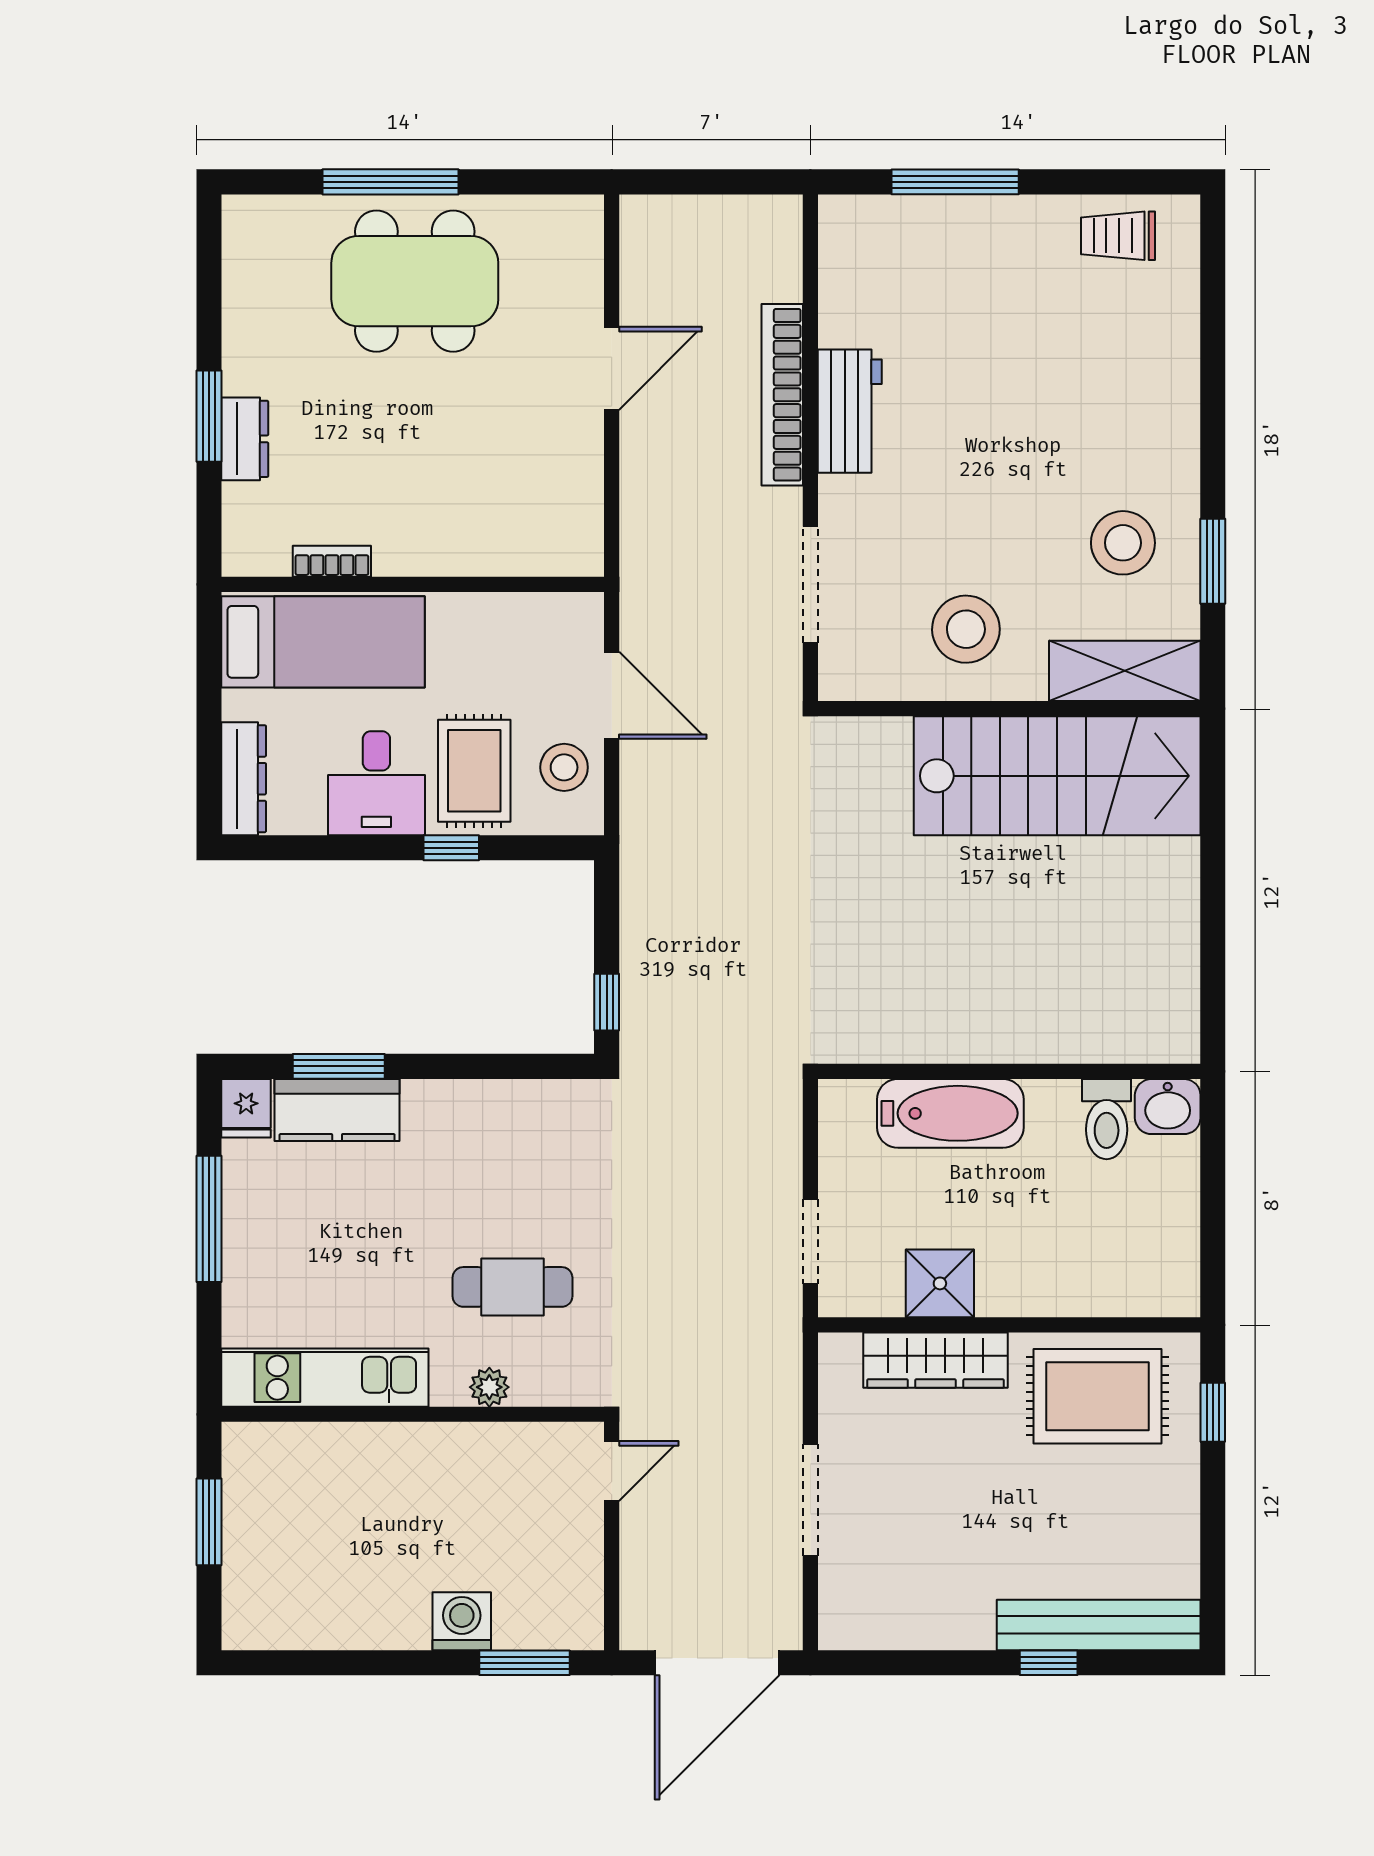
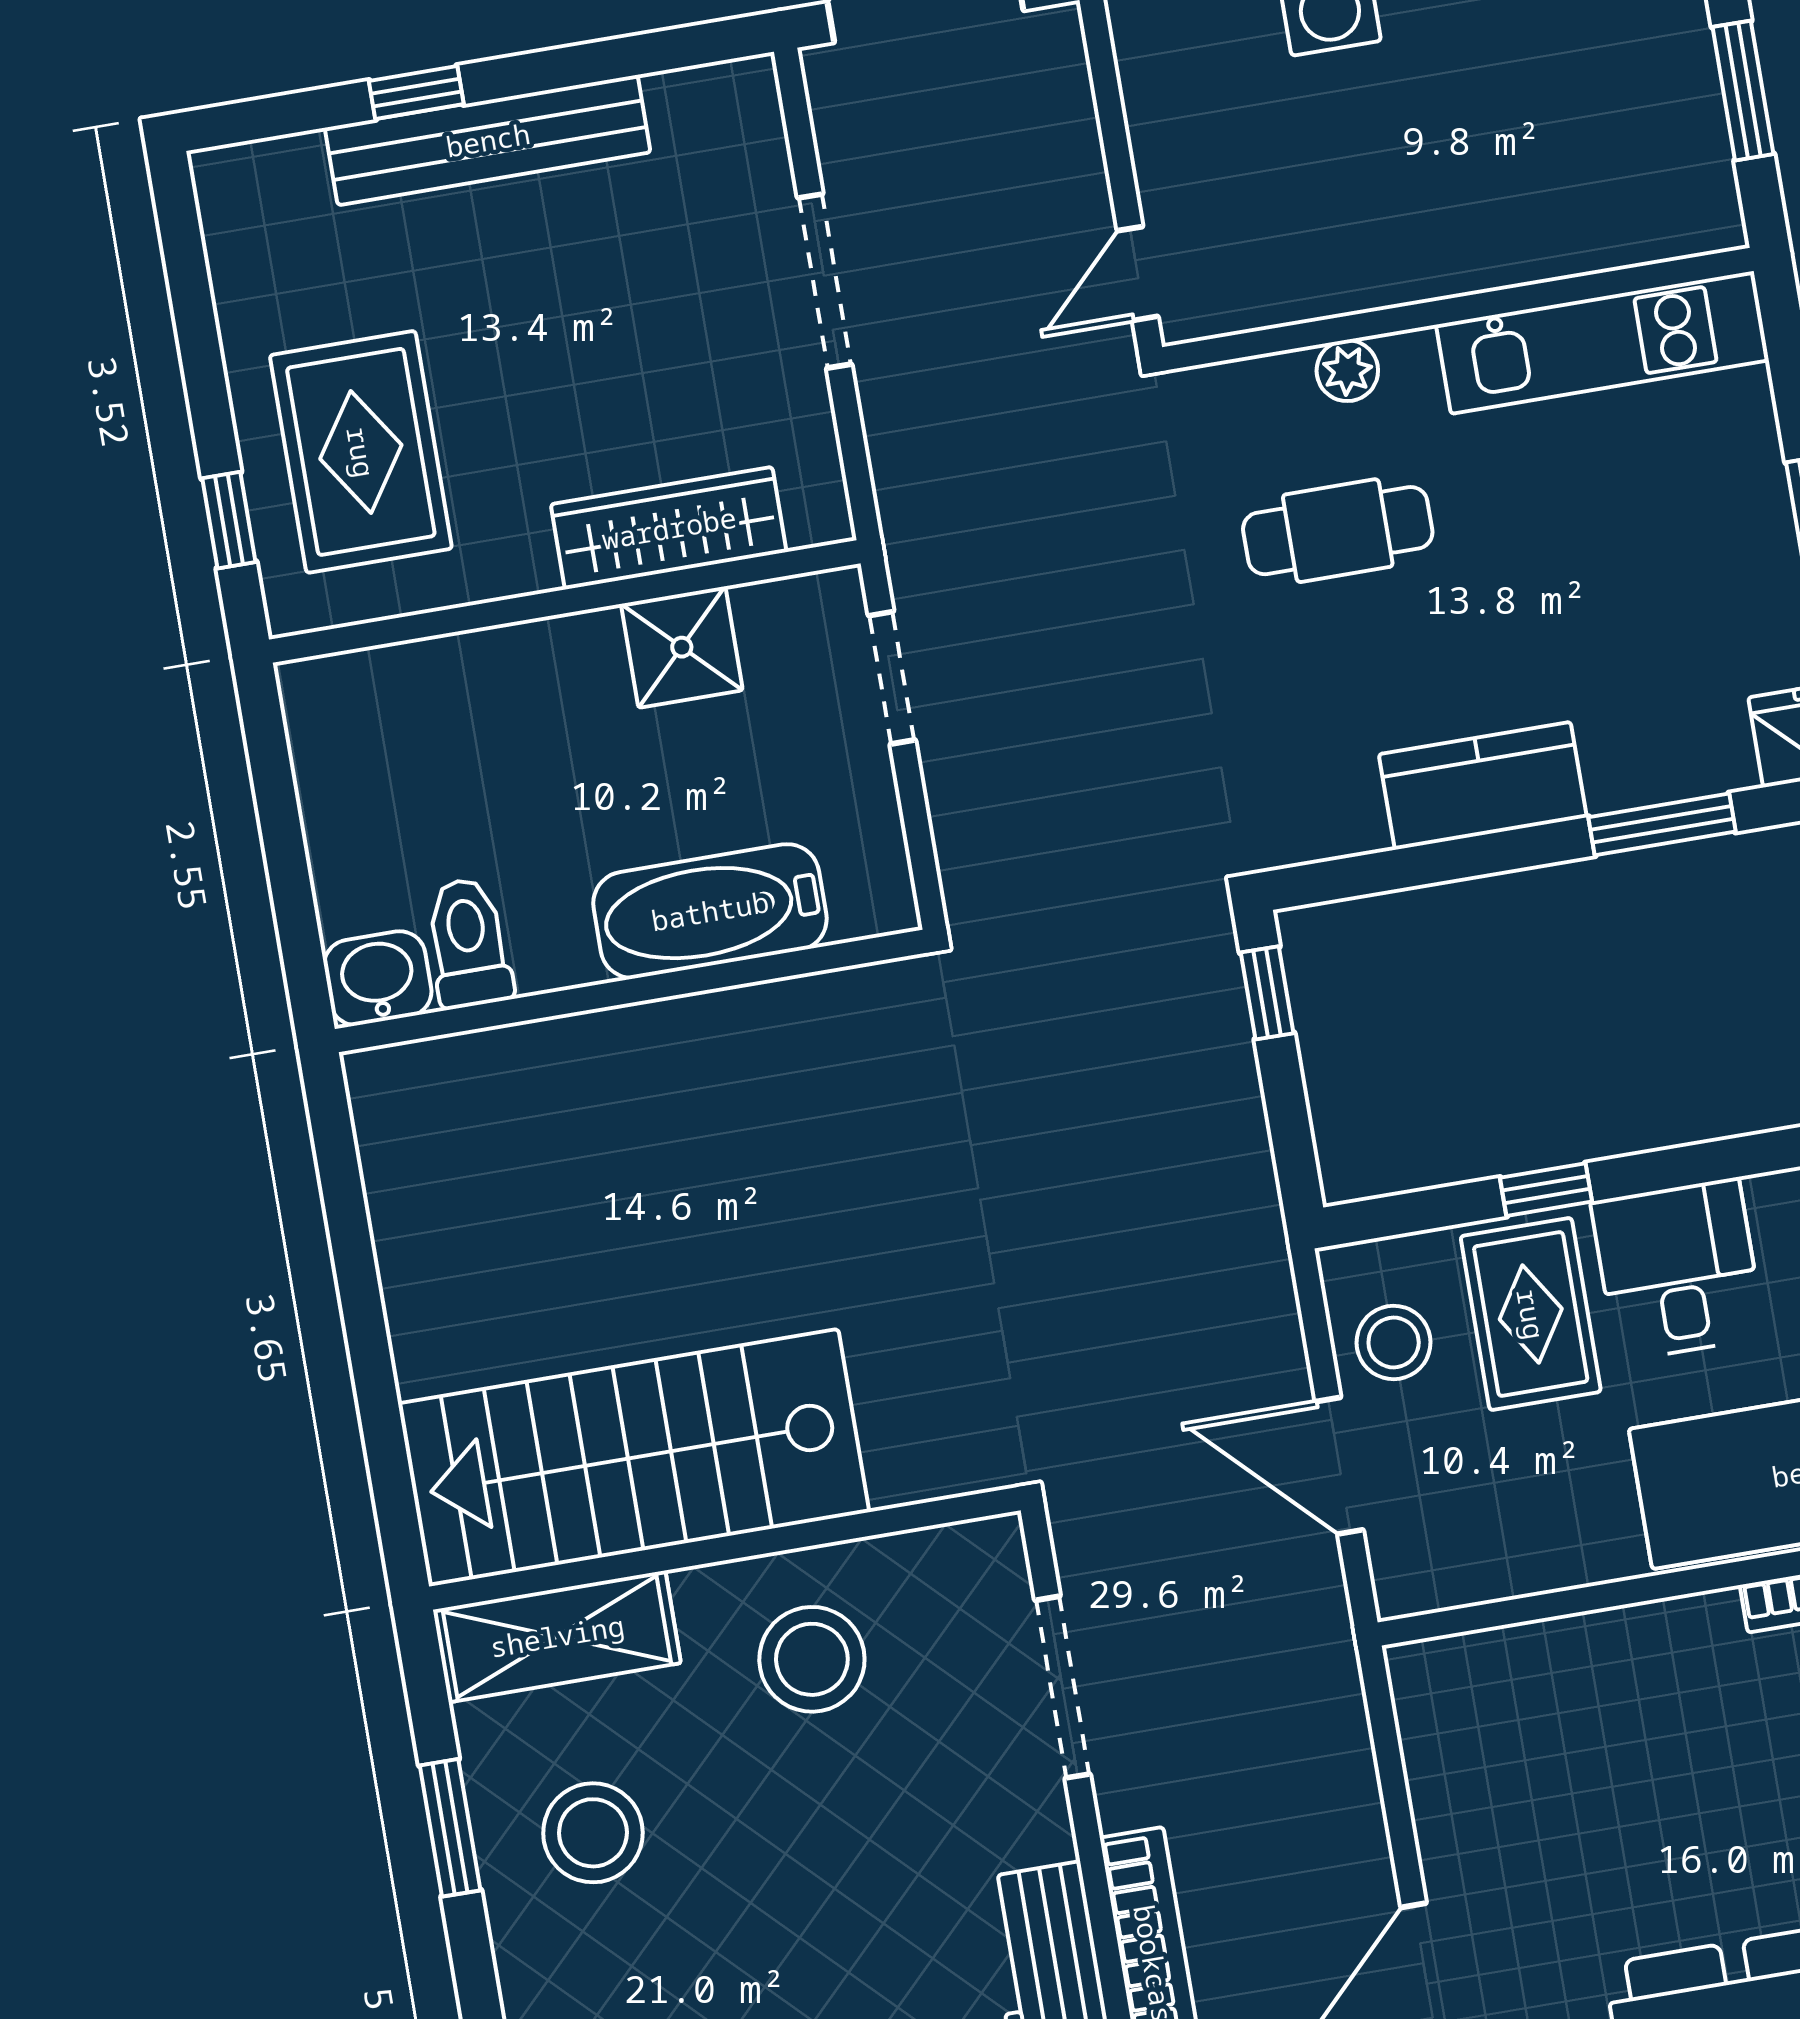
kitchen counter: (337, 1110) -> (1483, 786), moved
rug: (1097, 1396) -> (361, 452), moved, turned 90
bench: (1099, 1625) -> (488, 140), moved

